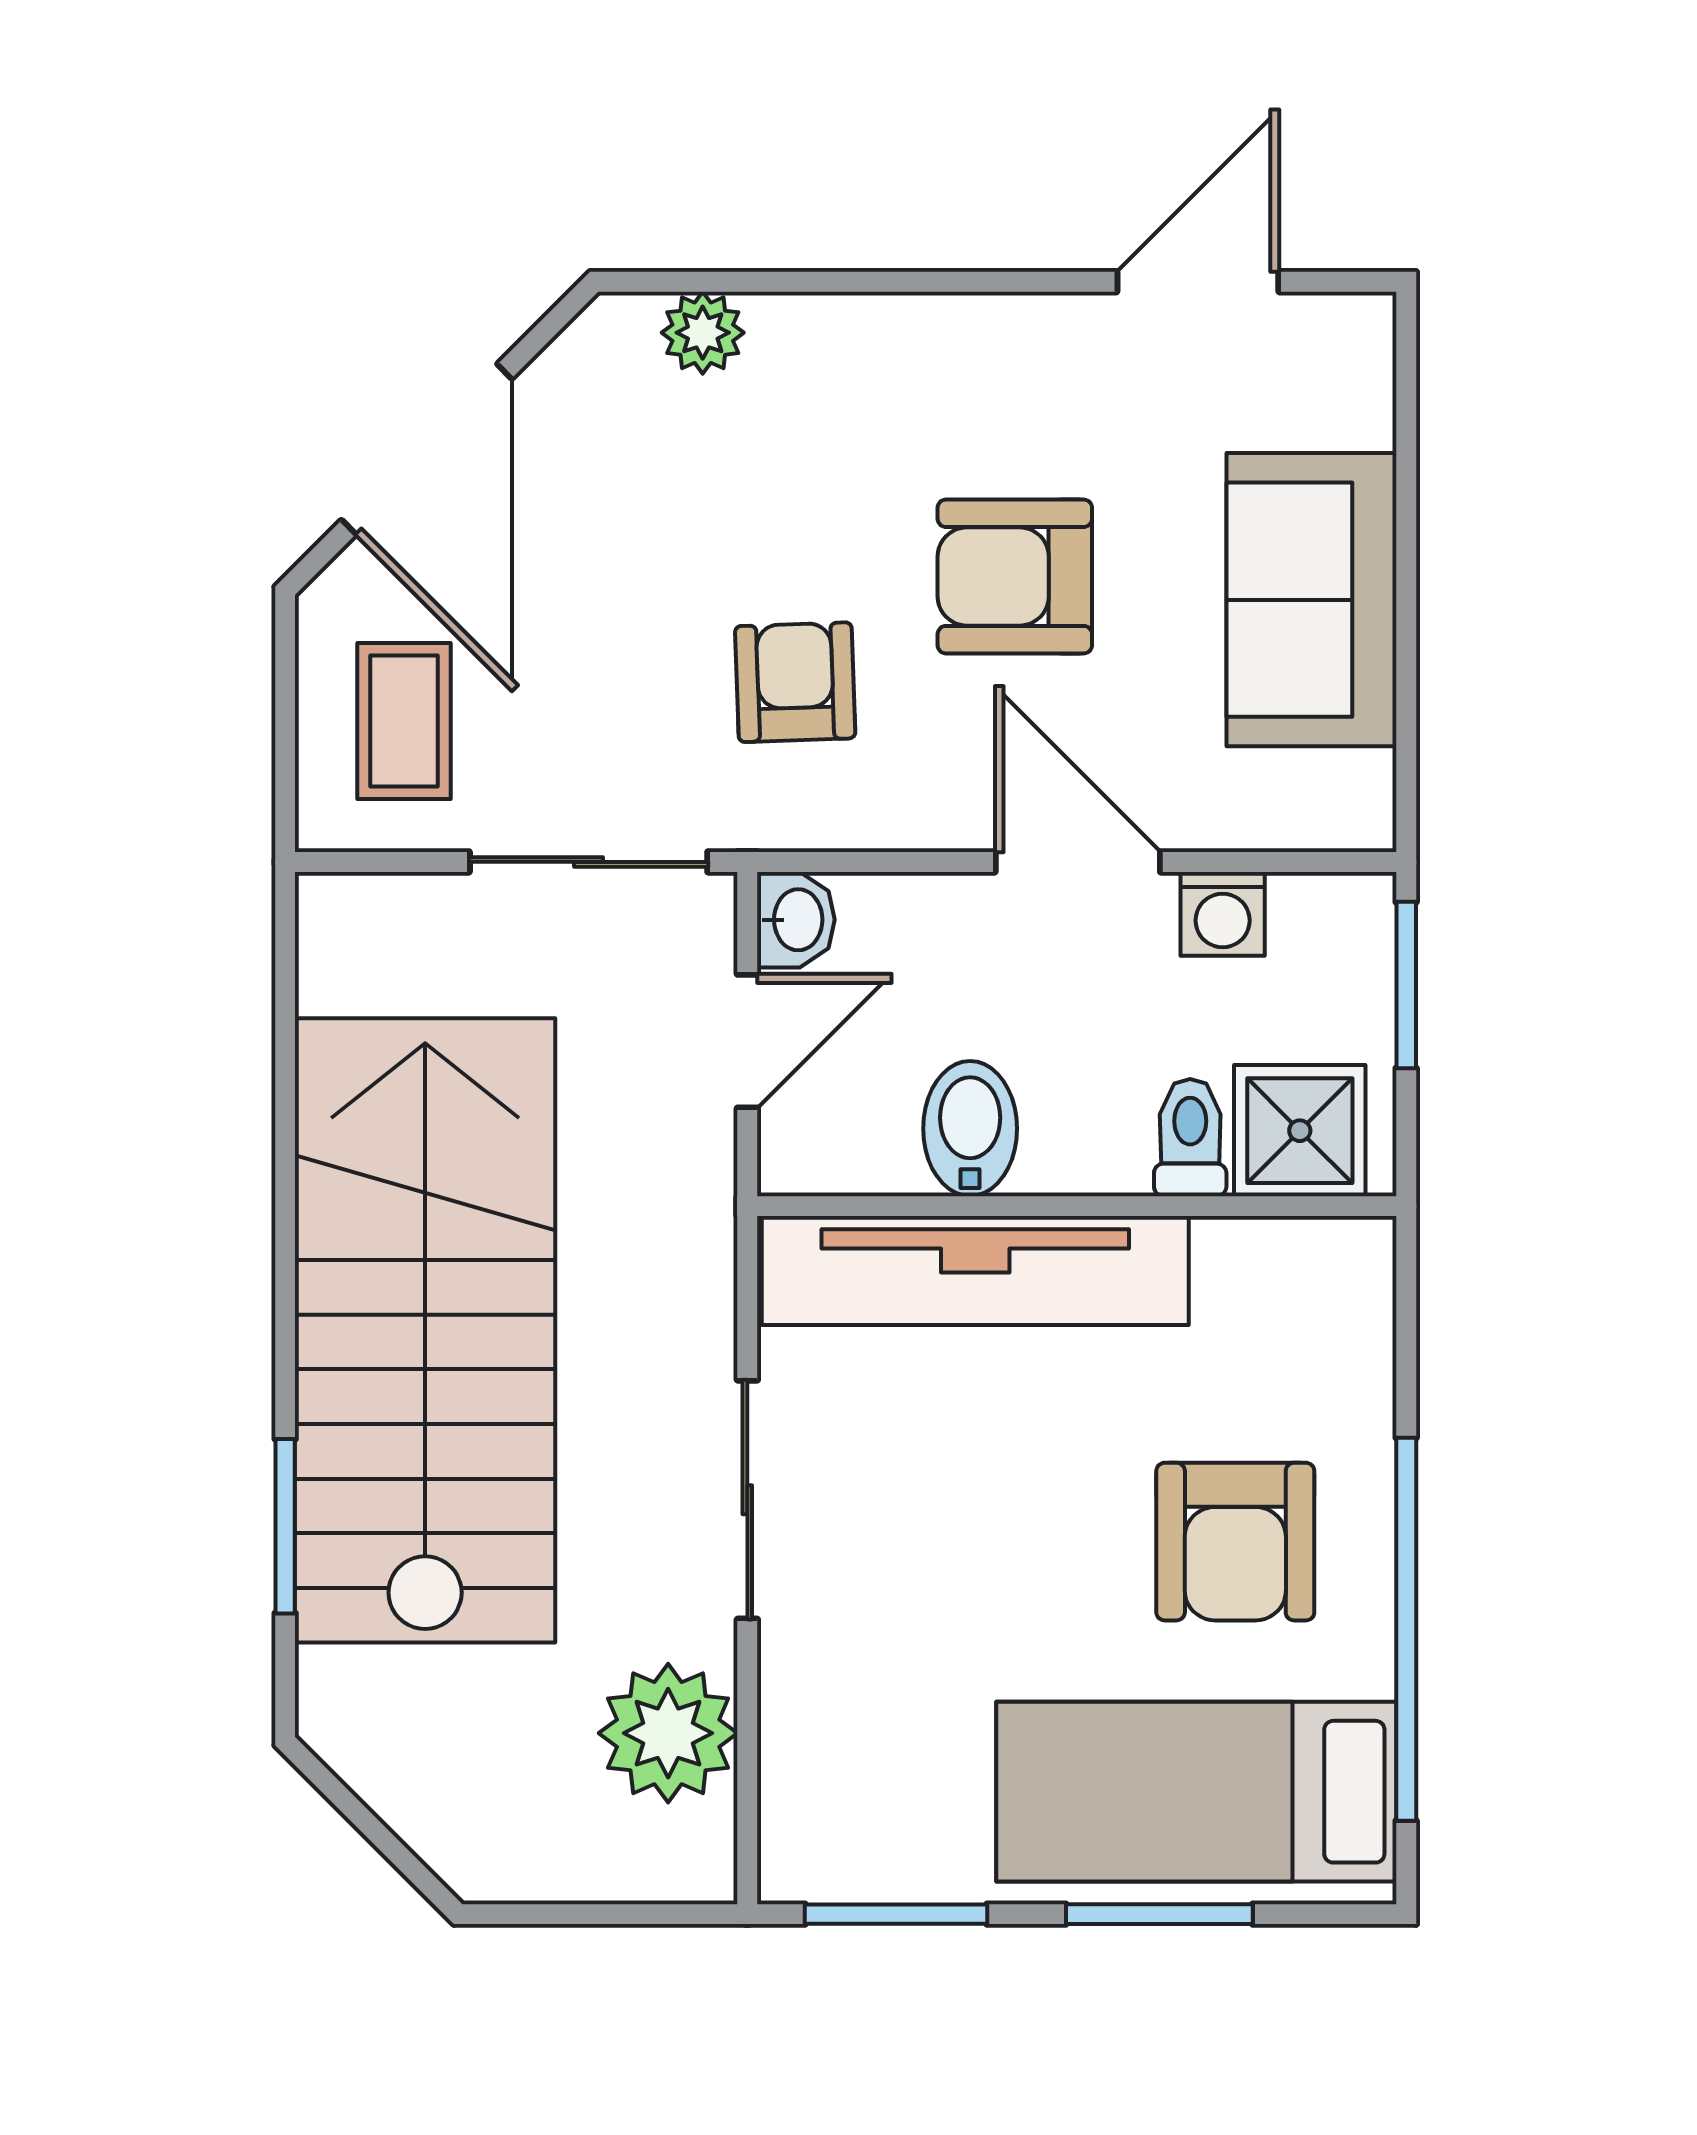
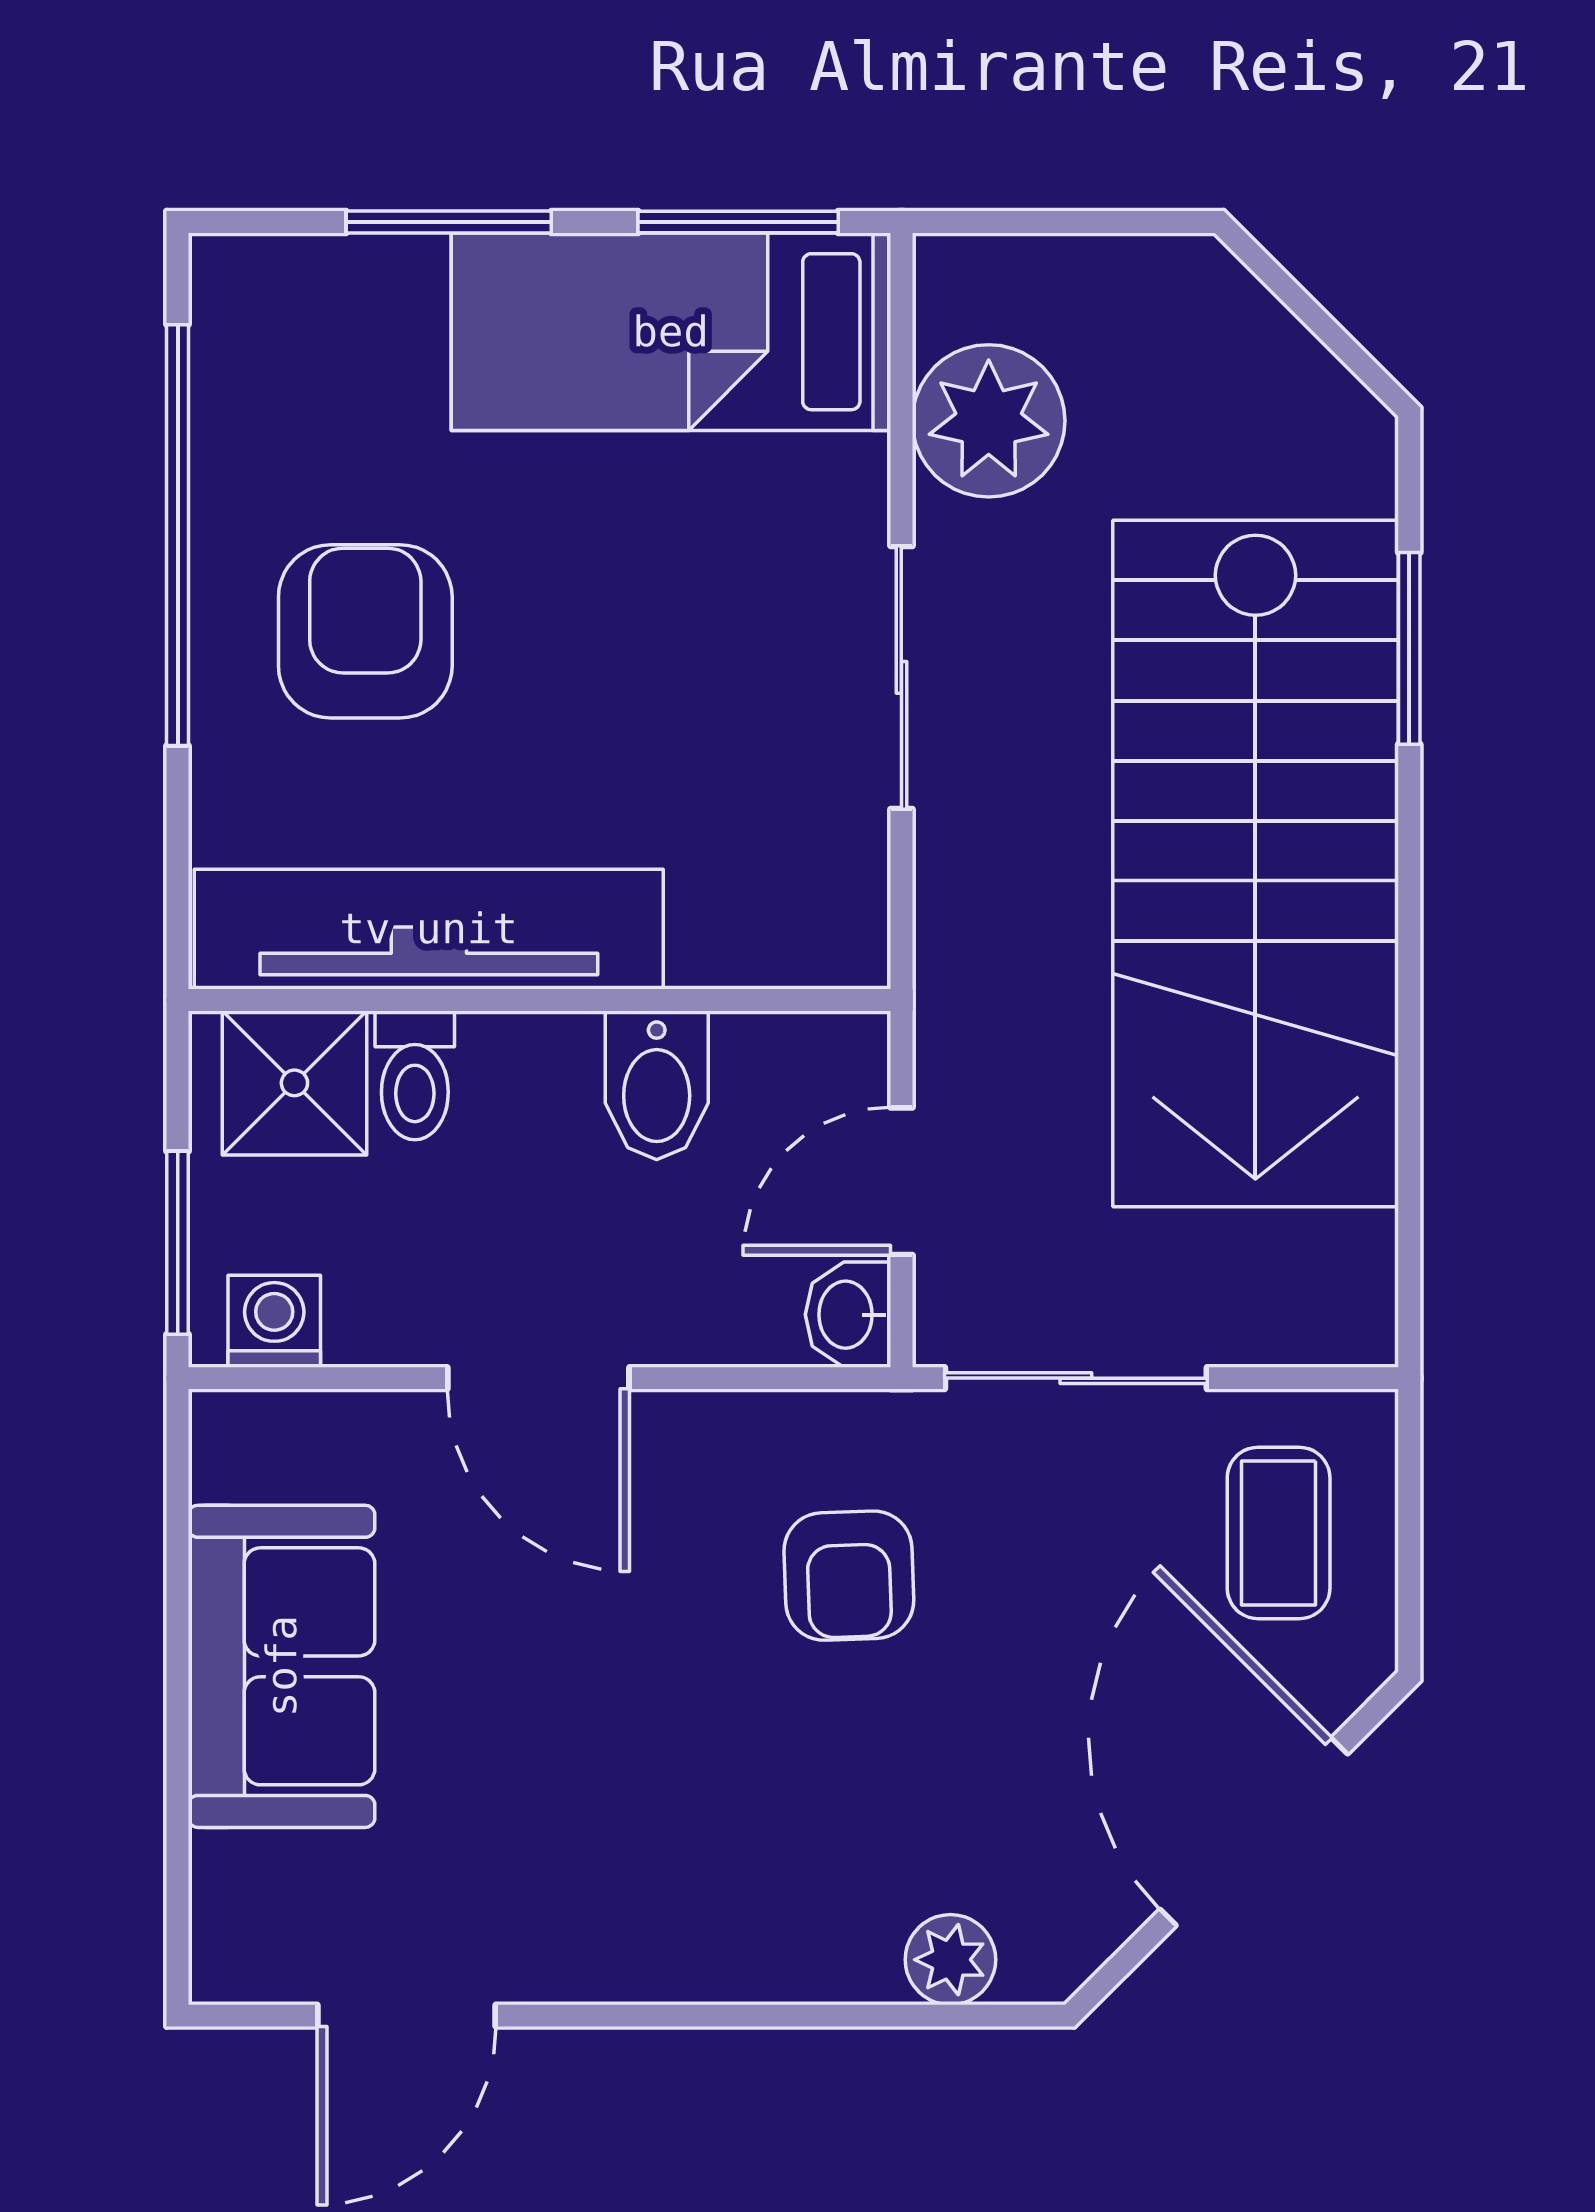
armchair: (1015, 576) -> (608, 1692), removed
washing machine: (1223, 914) -> (274, 1321), moved
tv unit: (975, 1271) -> (429, 929), moved
bed: (1196, 1792) -> (671, 332), moved, turned 180

